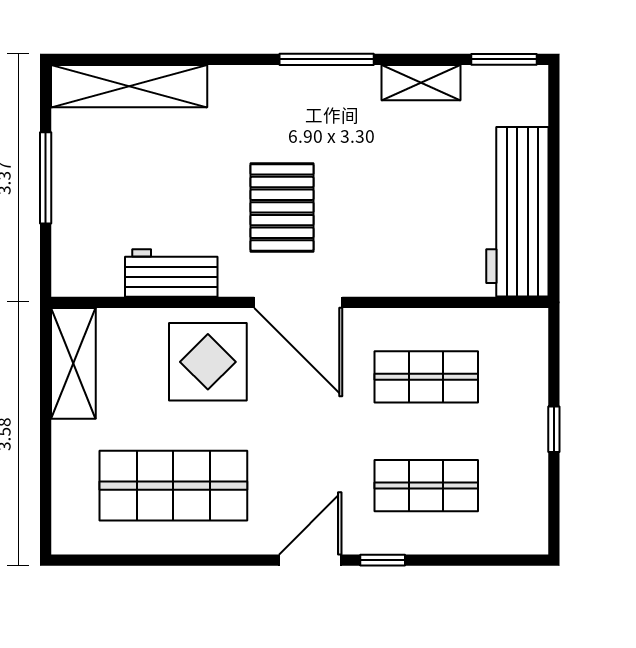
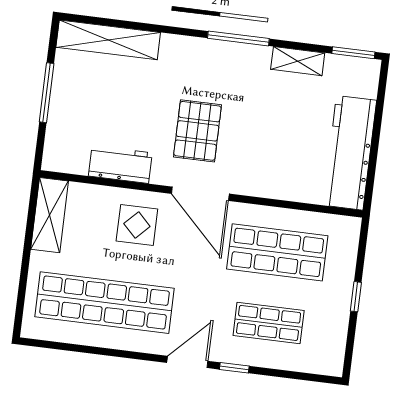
display table: (208, 362) -> (137, 225), width x0.73, depth x0.73
shop shelf: (426, 377) -> (277, 252), width x1.43, depth x1.36
shop shelf: (173, 486) -> (105, 303), width x1.40

